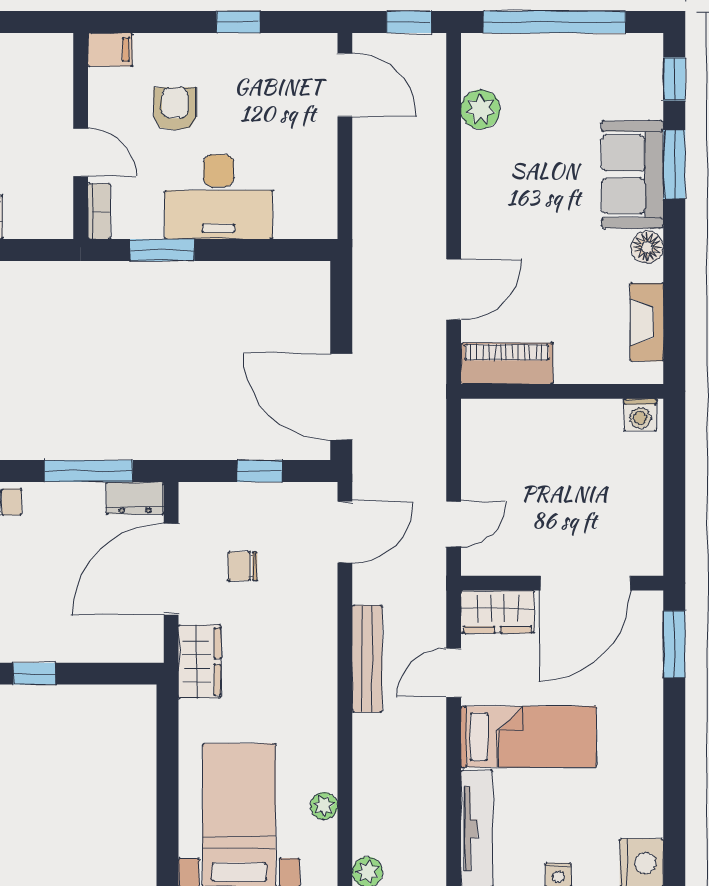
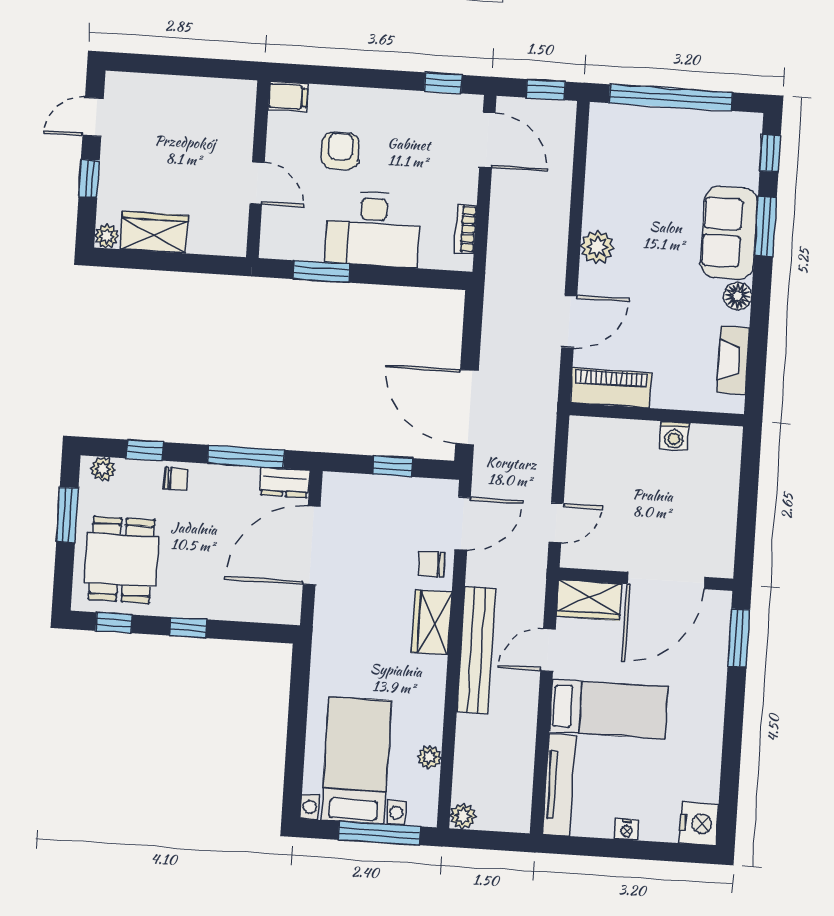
window: (238, 22) -> (443, 83), moved
plant: (480, 109) -> (597, 247), moved
bookcase: (99, 211) -> (466, 229), moved, turned 180
washing machine: (640, 415) -> (674, 436), moved
chair: (243, 566) -> (431, 564), moved
bench: (367, 659) -> (476, 650), width x1.37, depth x1.21
wardrobe: (200, 661) -> (432, 622), moved, turned 180

